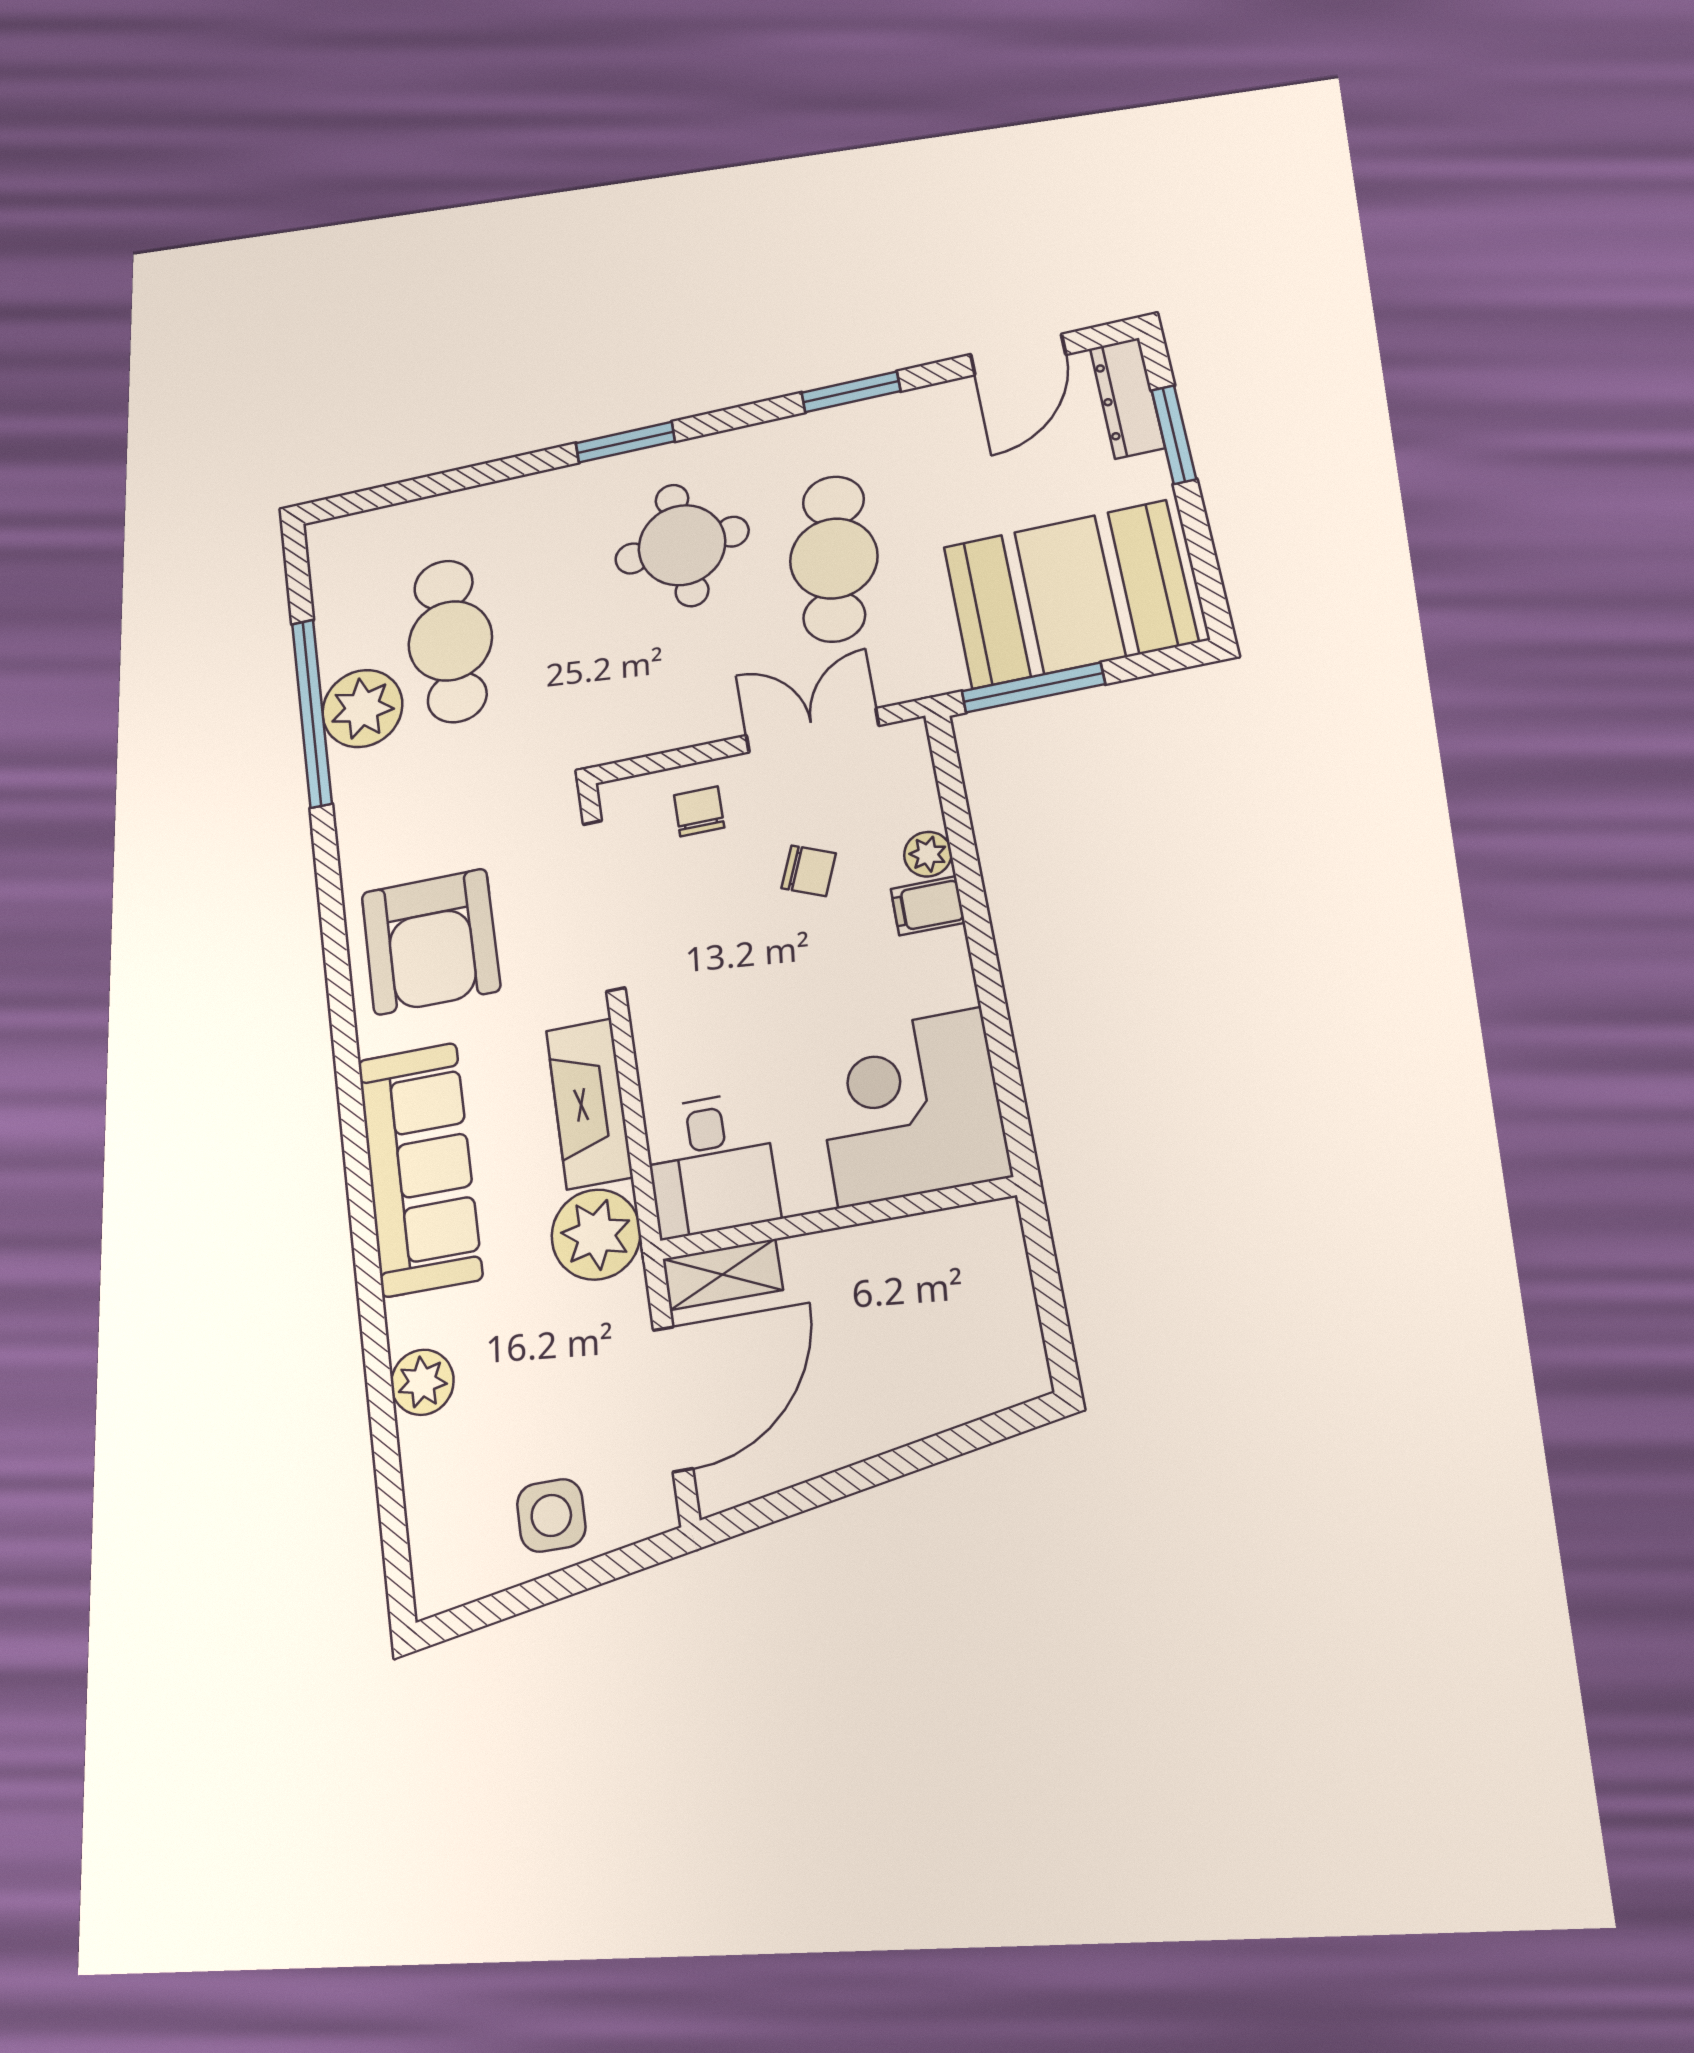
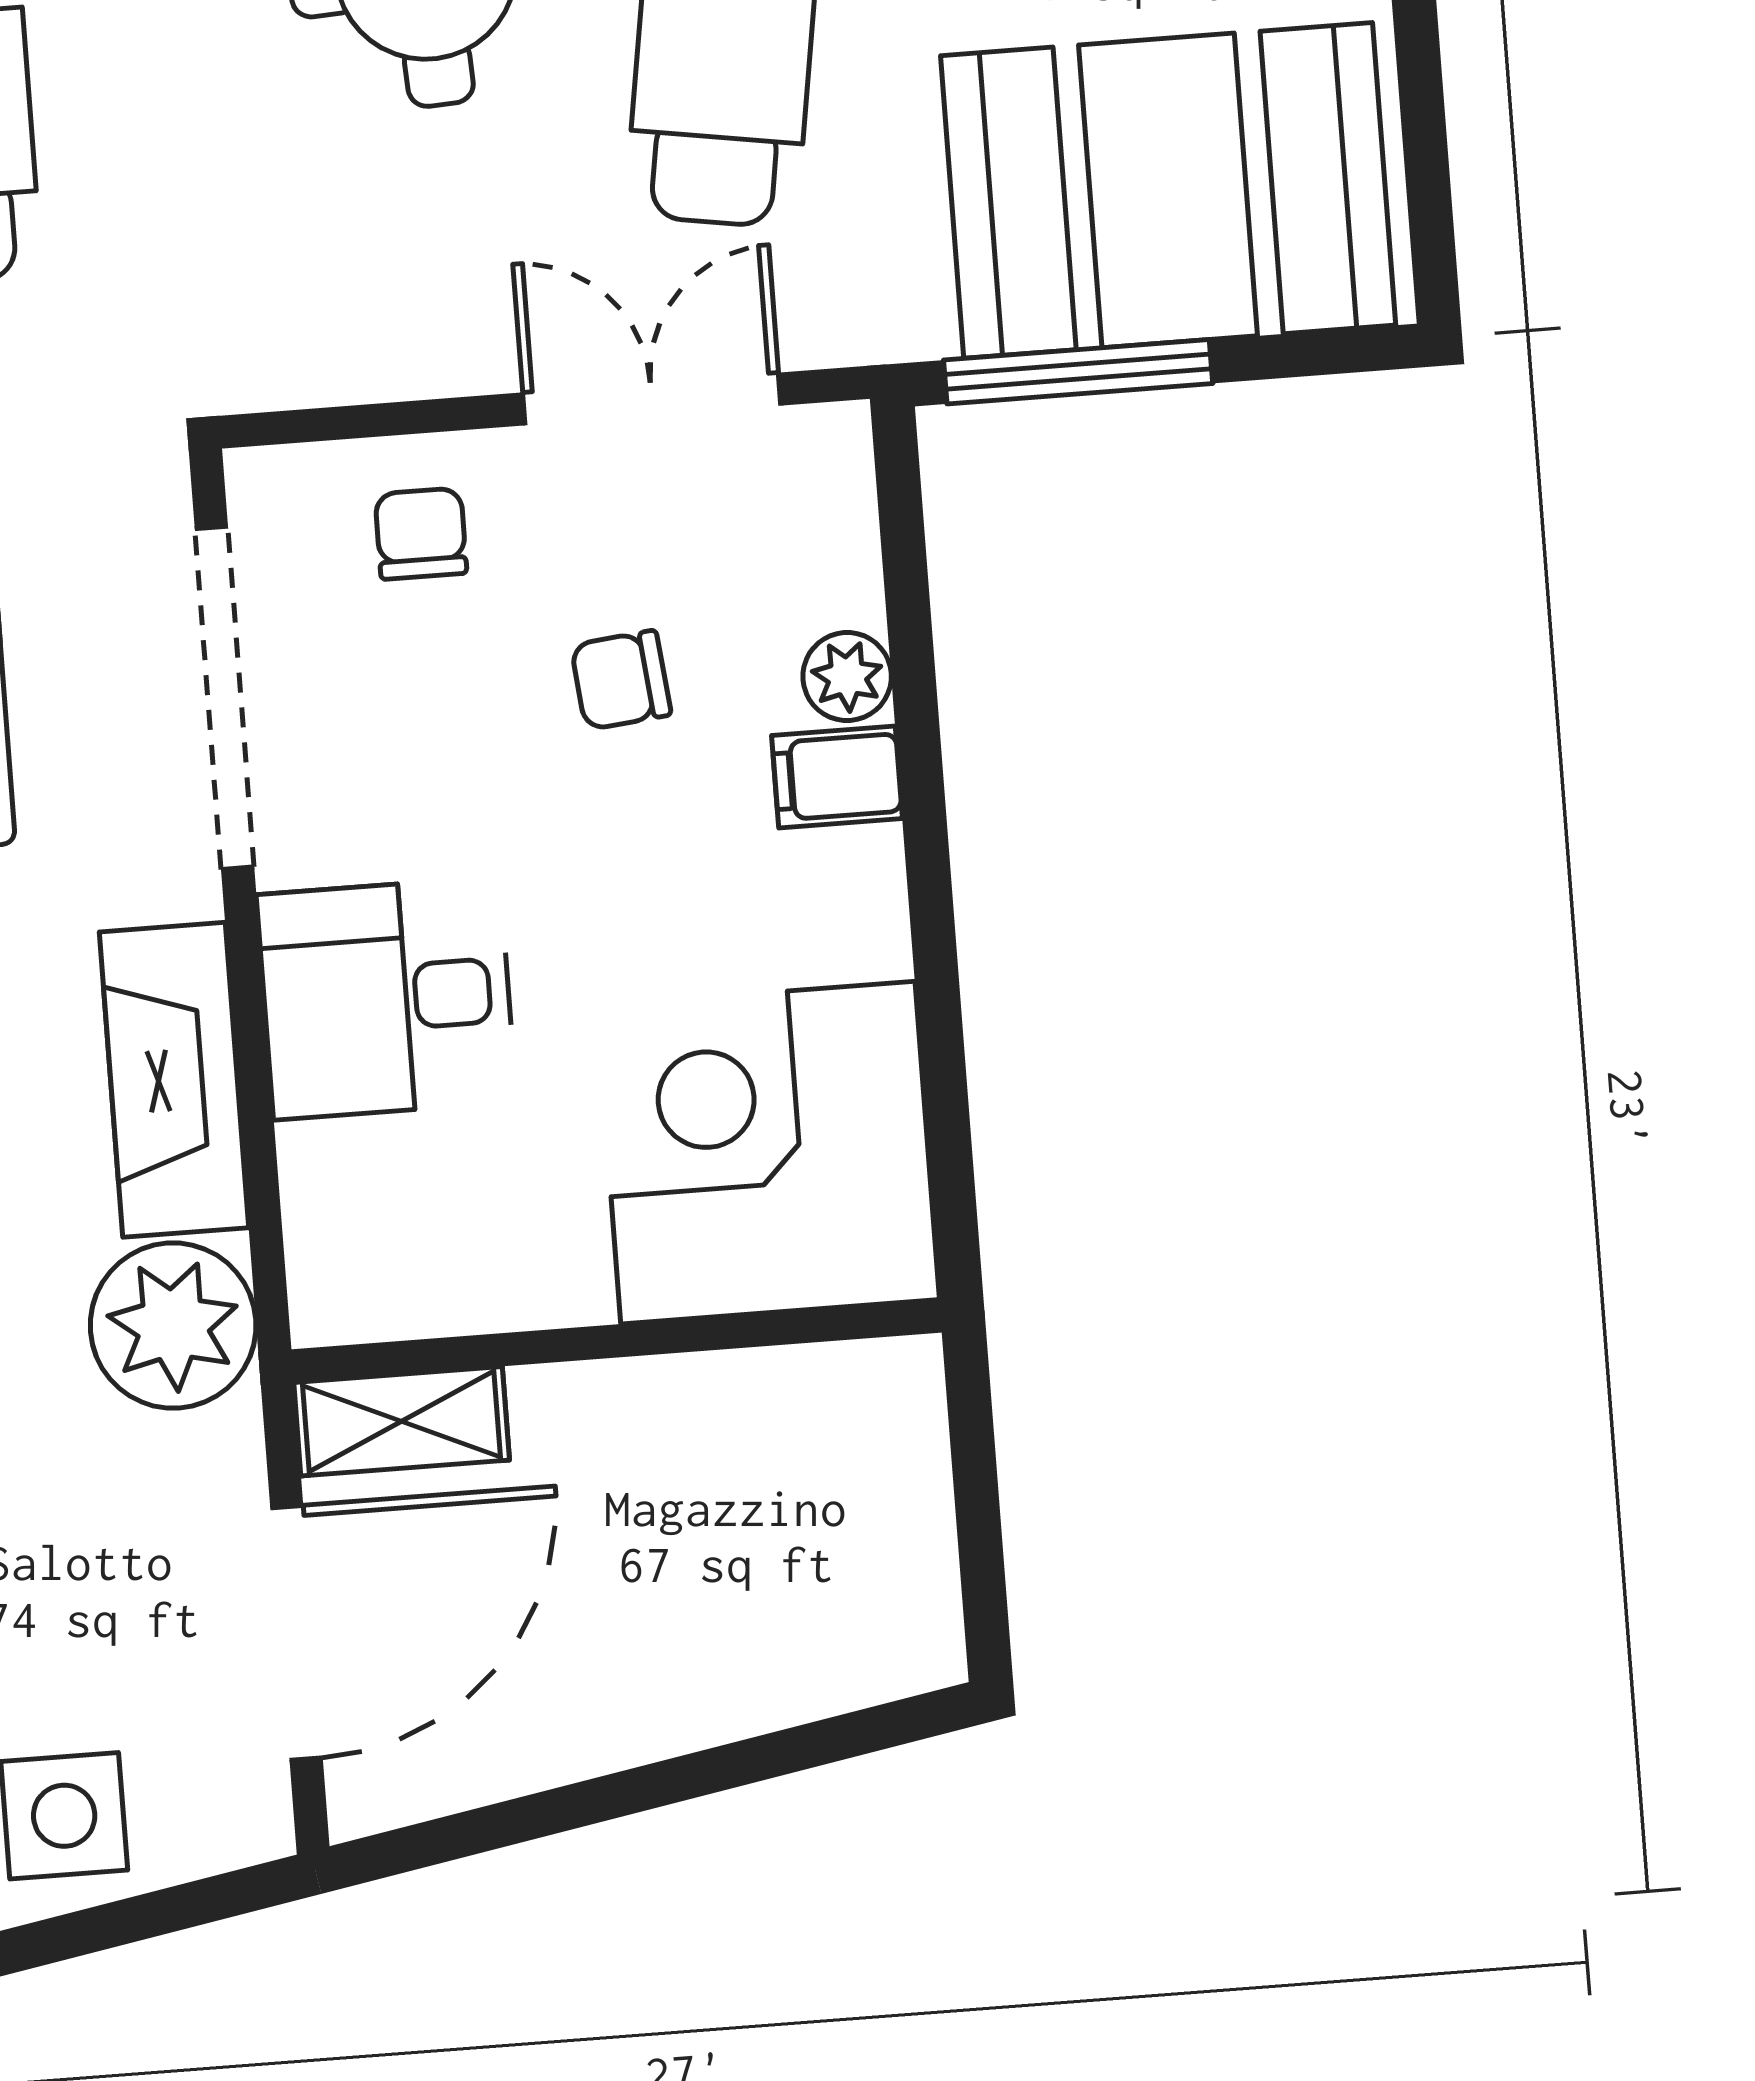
chair: (809, 871) -> (621, 680), turned 152
desk: (711, 1164) -> (387, 998), moved, turned 90

